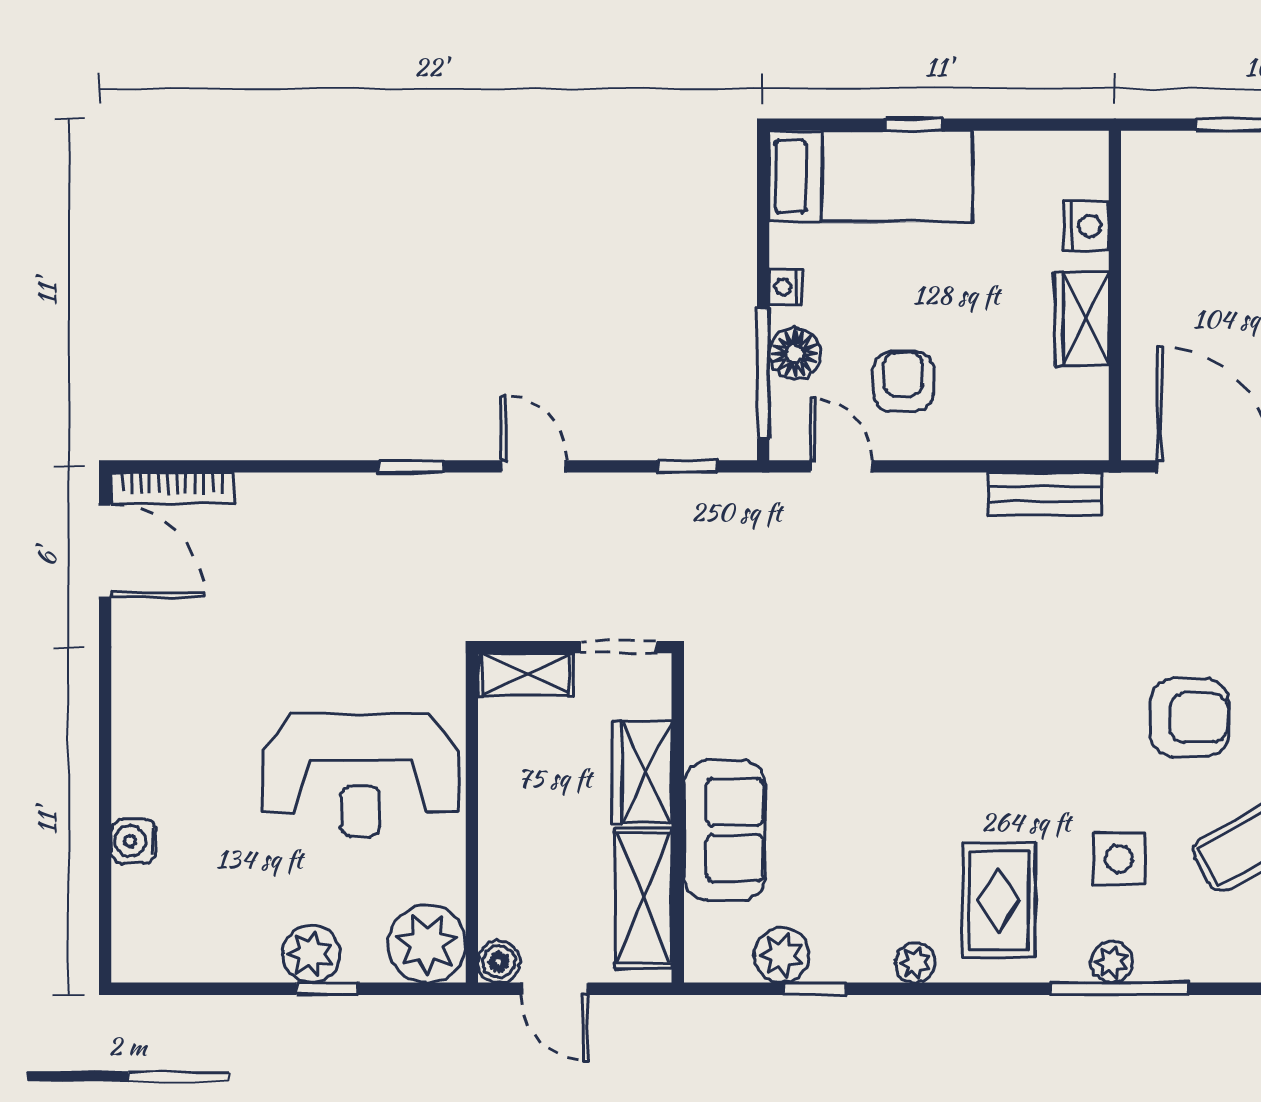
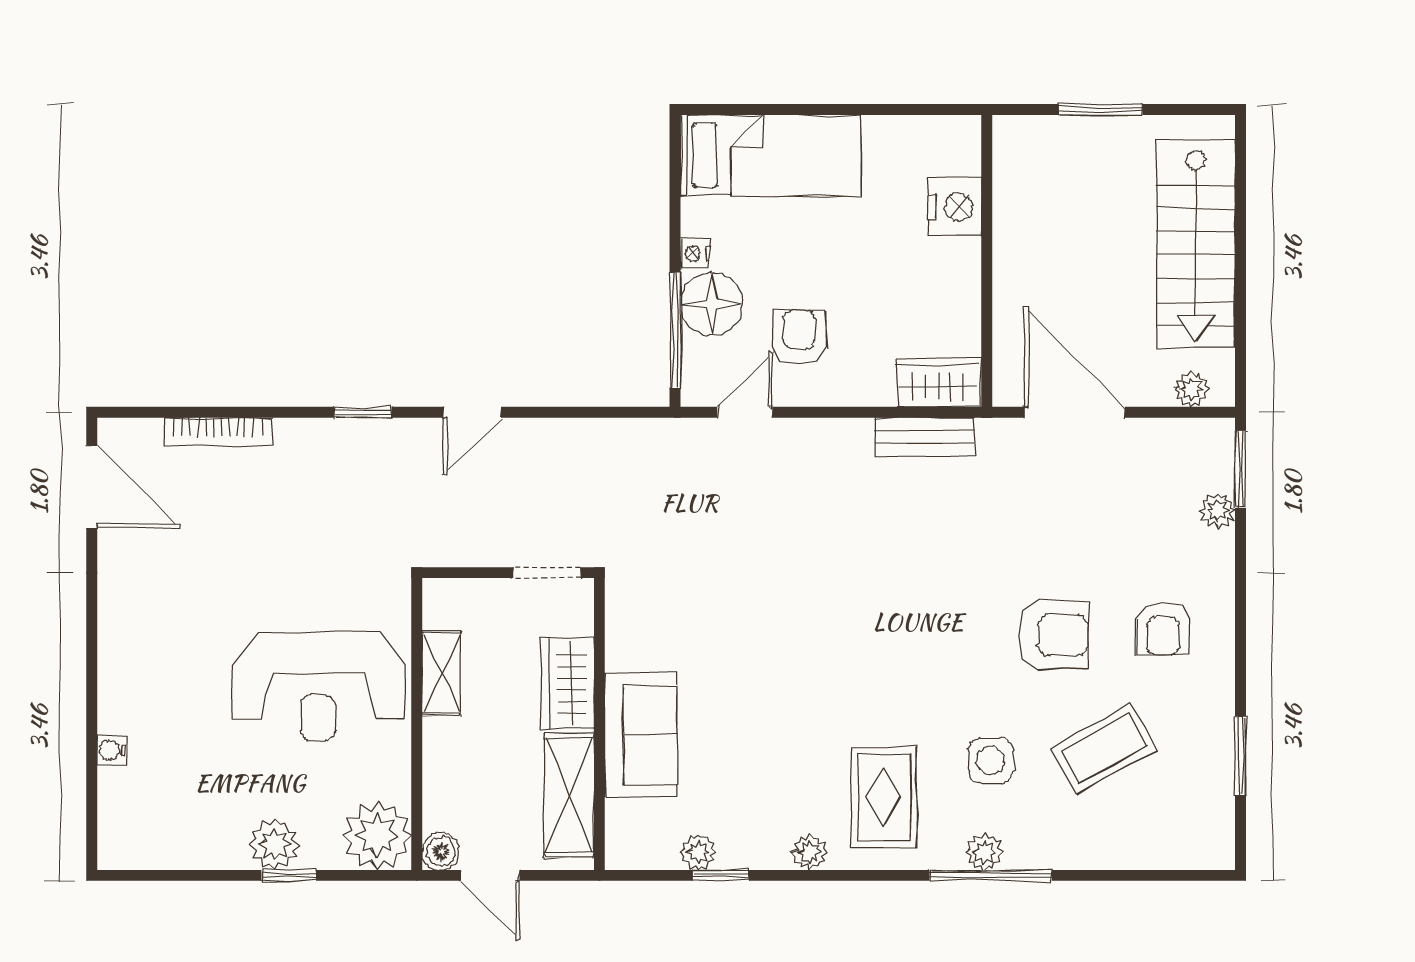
window: (914, 125) -> (809, 110), removed
nightstand: (1086, 226) -> (955, 207), width x1.36, depth x1.33
wardrobe: (1082, 319) -> (938, 383), moved, turned 90
floor lamp: (795, 354) -> (712, 304), width x1.38, depth x1.38
door: (534, 466) -> (472, 412), swing flipped
window: (687, 466) -> (608, 412), removed
door: (842, 466) -> (745, 412), hinge flipped
bookcase: (172, 488) -> (218, 432), moved
shelving: (525, 675) -> (441, 673), moved, turned 90
water cooler: (134, 841) -> (112, 750), width x0.72, depth x0.72
plant: (782, 955) -> (698, 852), width x0.73, depth x0.73

